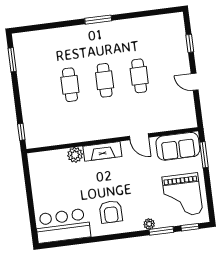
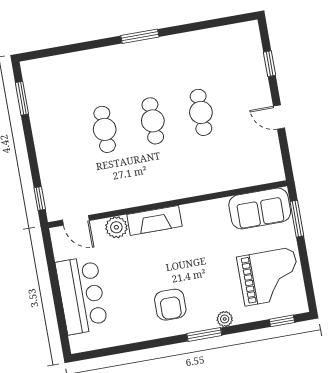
door: (139, 137) -> (76, 220), moved
grand piano: (182, 195) -> (269, 277), turned -90
bar counter: (63, 226) -> (82, 295), moved, turned 90
window: (161, 231) -> (204, 334), moved

